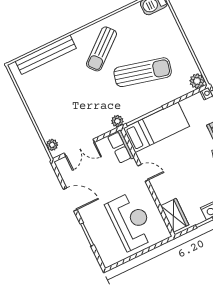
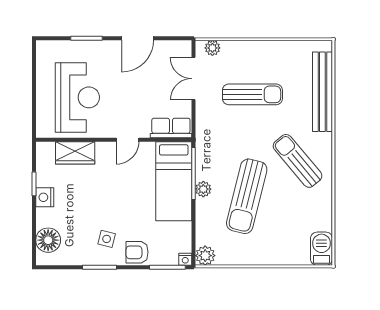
sun lounger: (71, 102) -> (252, 94), added
plant: (117, 121) -> (203, 189), moved
wardrobe: (175, 215) -> (75, 153), moved
reception desk: (131, 221) -> (77, 97), turned -90

